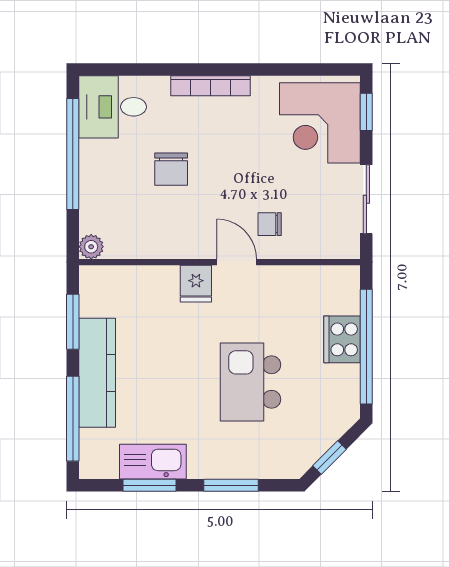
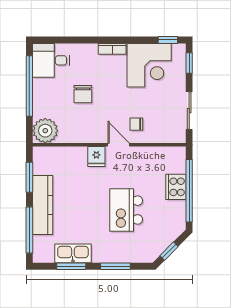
window: (327, 69) -> (168, 40), added
bookcase: (211, 86) -> (112, 49), width x0.64
corner desk: (320, 123) -> (149, 65), moved, turned -90
plant: (91, 247) -> (45, 131), width x1.87, depth x1.87

